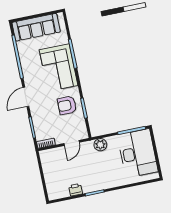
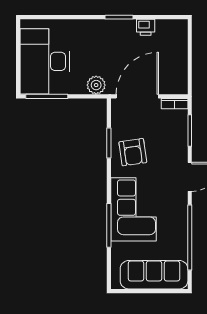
armchair: (67, 105) -> (133, 152), turned 82
door: (72, 143) -> (137, 96), width x1.88

